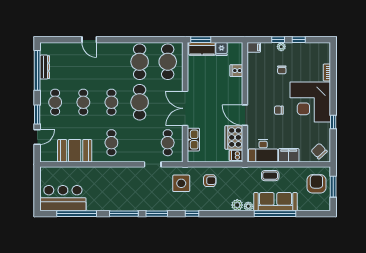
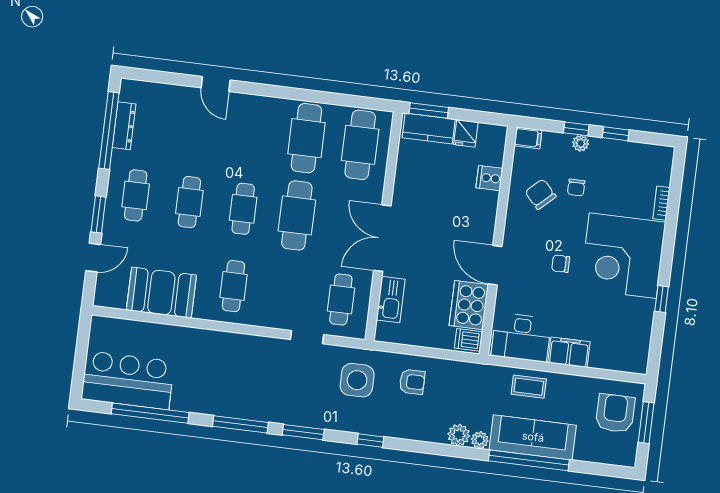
chair: (319, 151) -> (541, 194), moved

